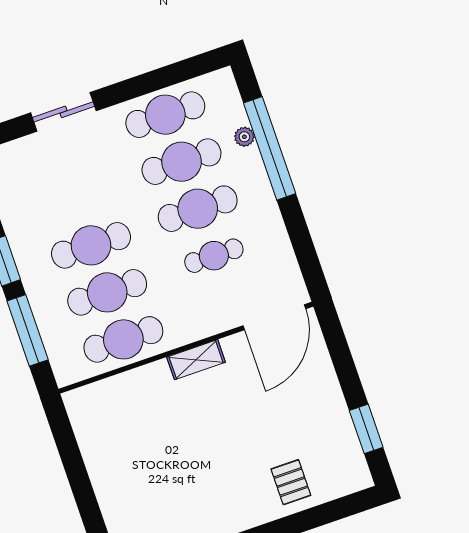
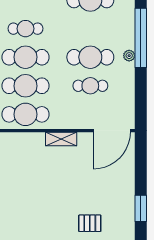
plant: (244, 137) -> (129, 56), moved
cafe table: (181, 162) -> (25, 29), moved, width x0.73, depth x0.74
pallet: (291, 482) -> (90, 223), turned 90

